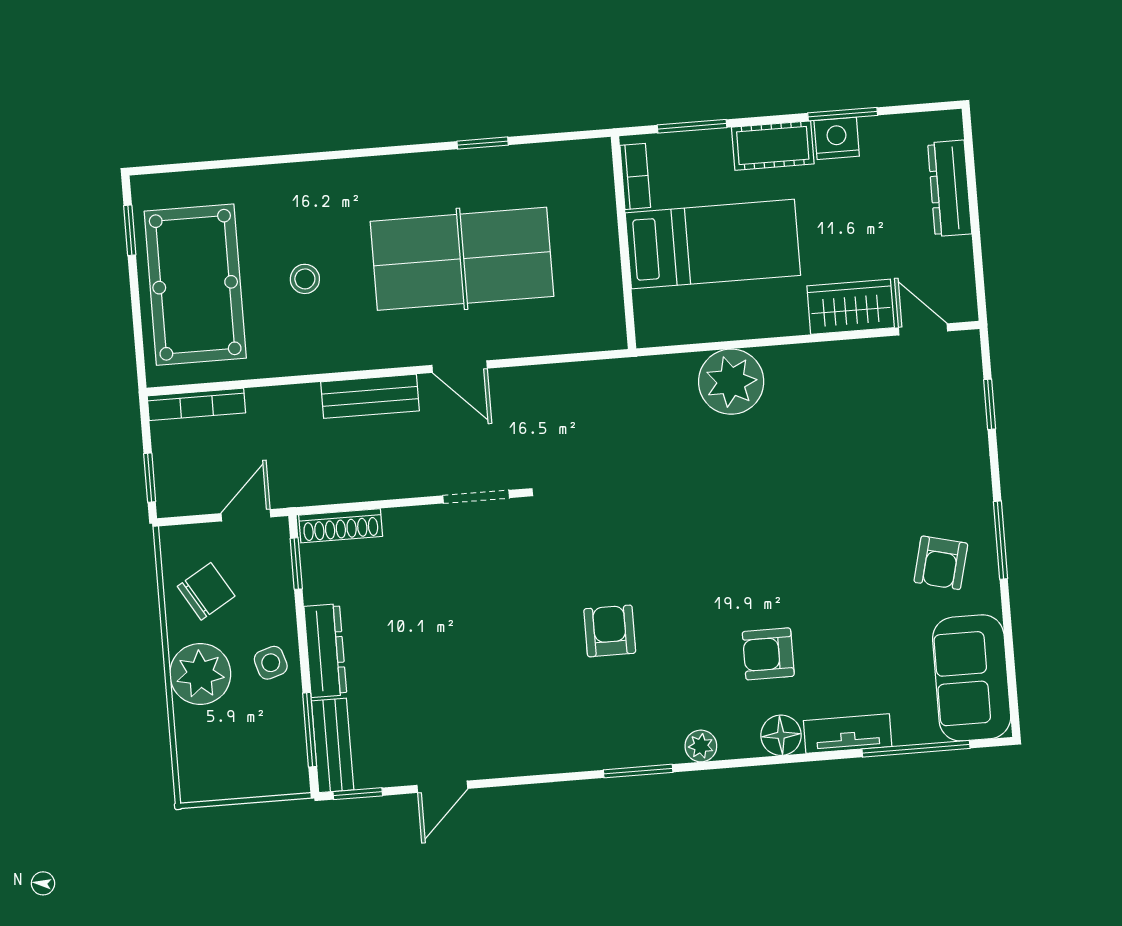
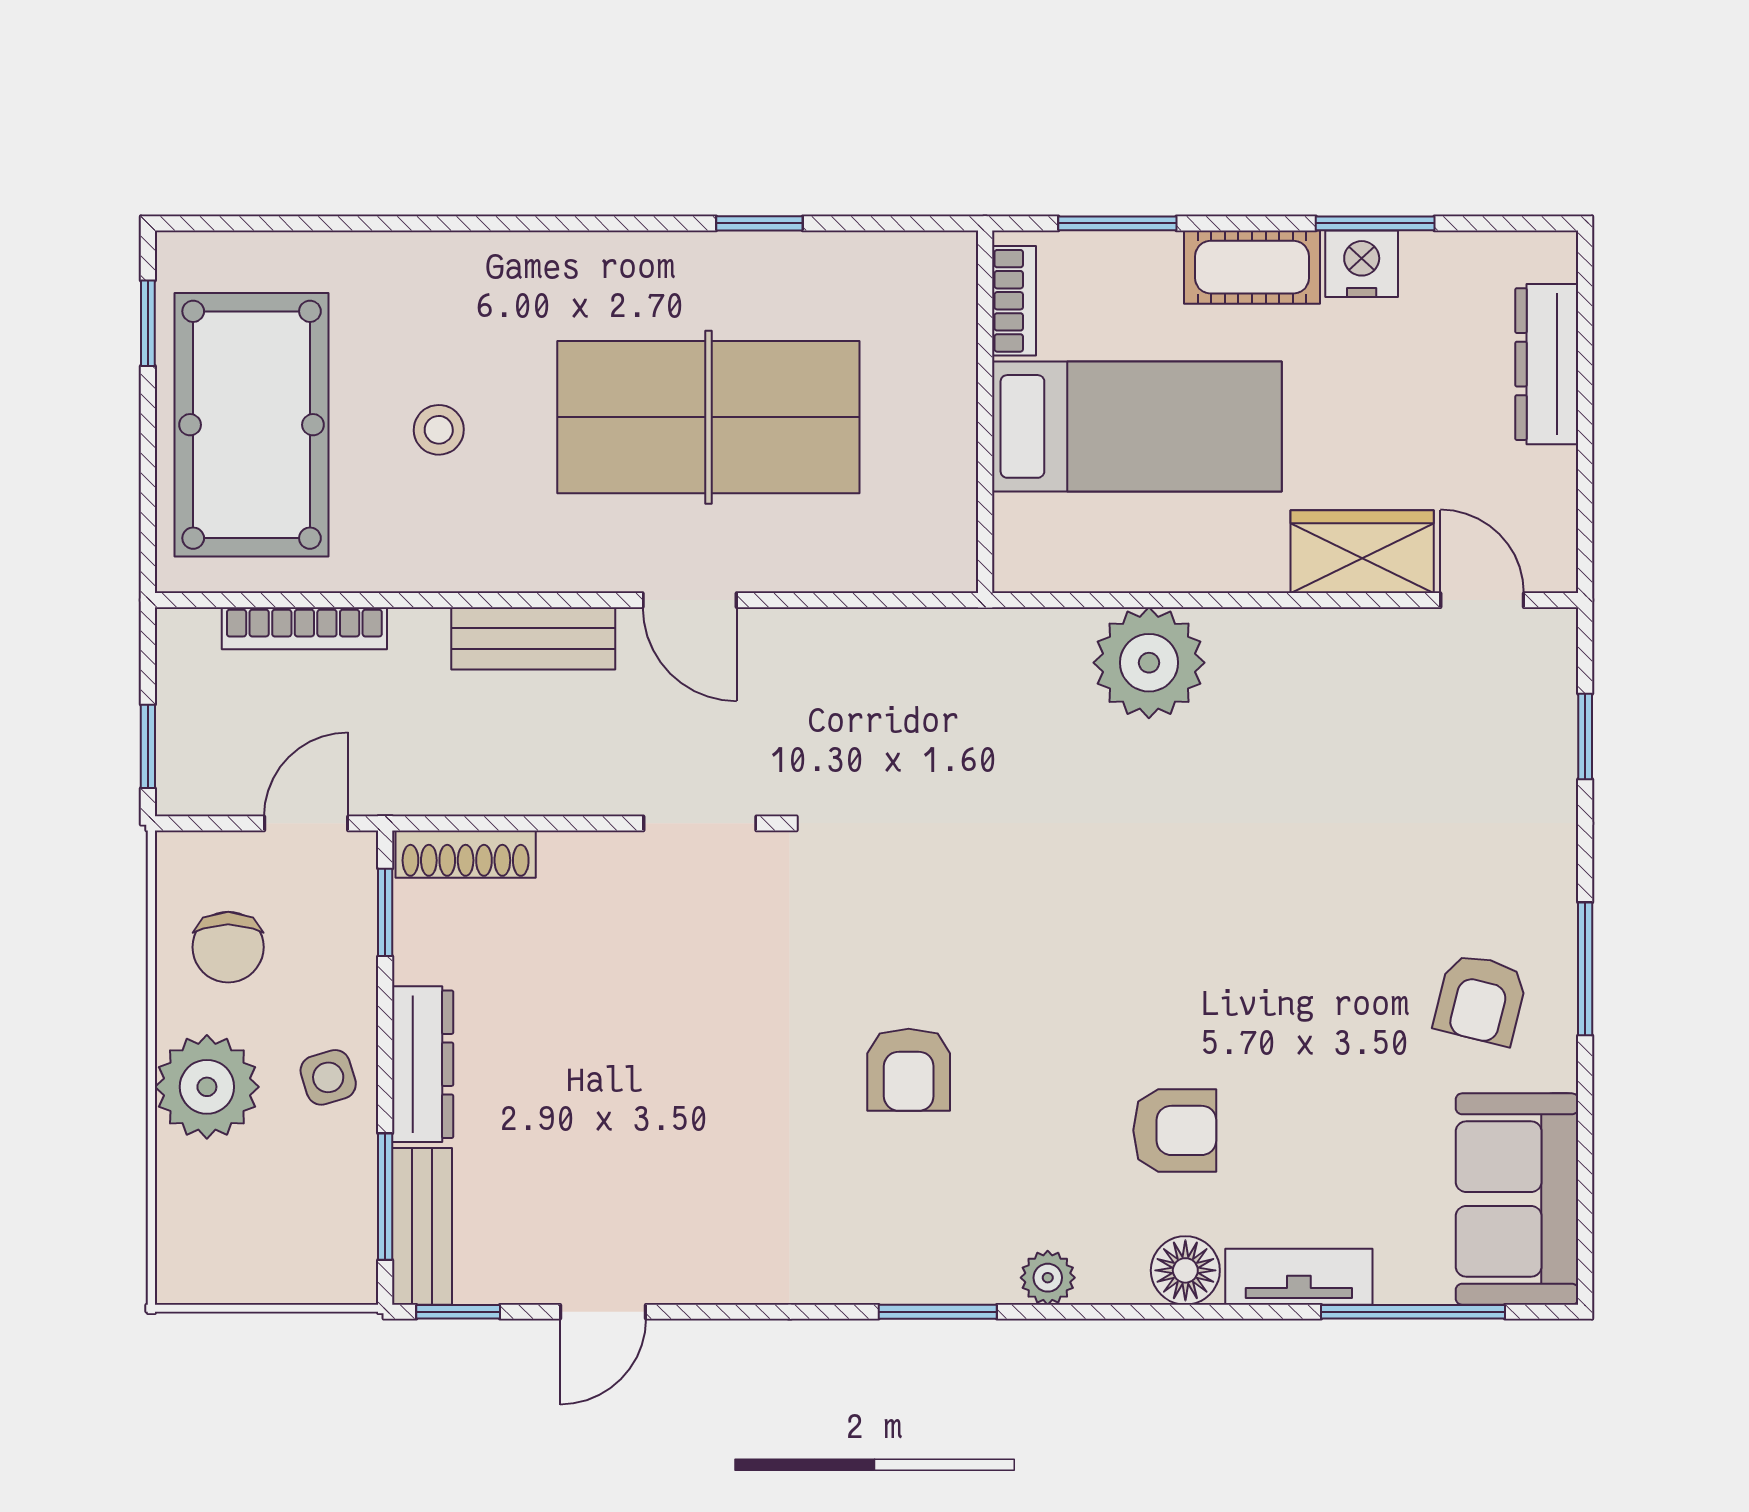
bookcase: (196, 404) -> (304, 628), moved
chair: (206, 591) -> (228, 947), turned 121
armchair: (610, 631) -> (909, 1070), turned 180
armchair: (768, 654) -> (1175, 1130), turned 180

